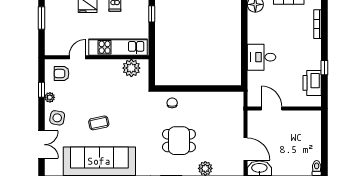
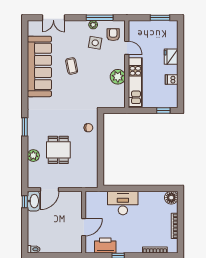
desk: (262, 57) -> (123, 203), width x1.37
plant: (131, 68) -> (118, 77), moved
window: (42, 90) -> (100, 18), width x2.17
door: (272, 109) -> (84, 227), moved
side table: (57, 118) -> (95, 43), moved
dining table: (179, 141) -> (58, 150), moved

